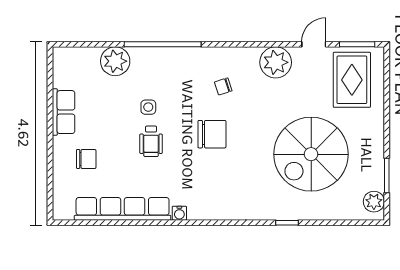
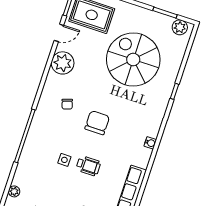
door: (314, 44) -> (59, 33), swing flipped
plant: (115, 61) -> (14, 191), moved, width x0.53, depth x0.53
spiral stairs: (311, 154) -> (133, 59), turned 180
water cooler: (179, 213) -> (150, 143), moved

